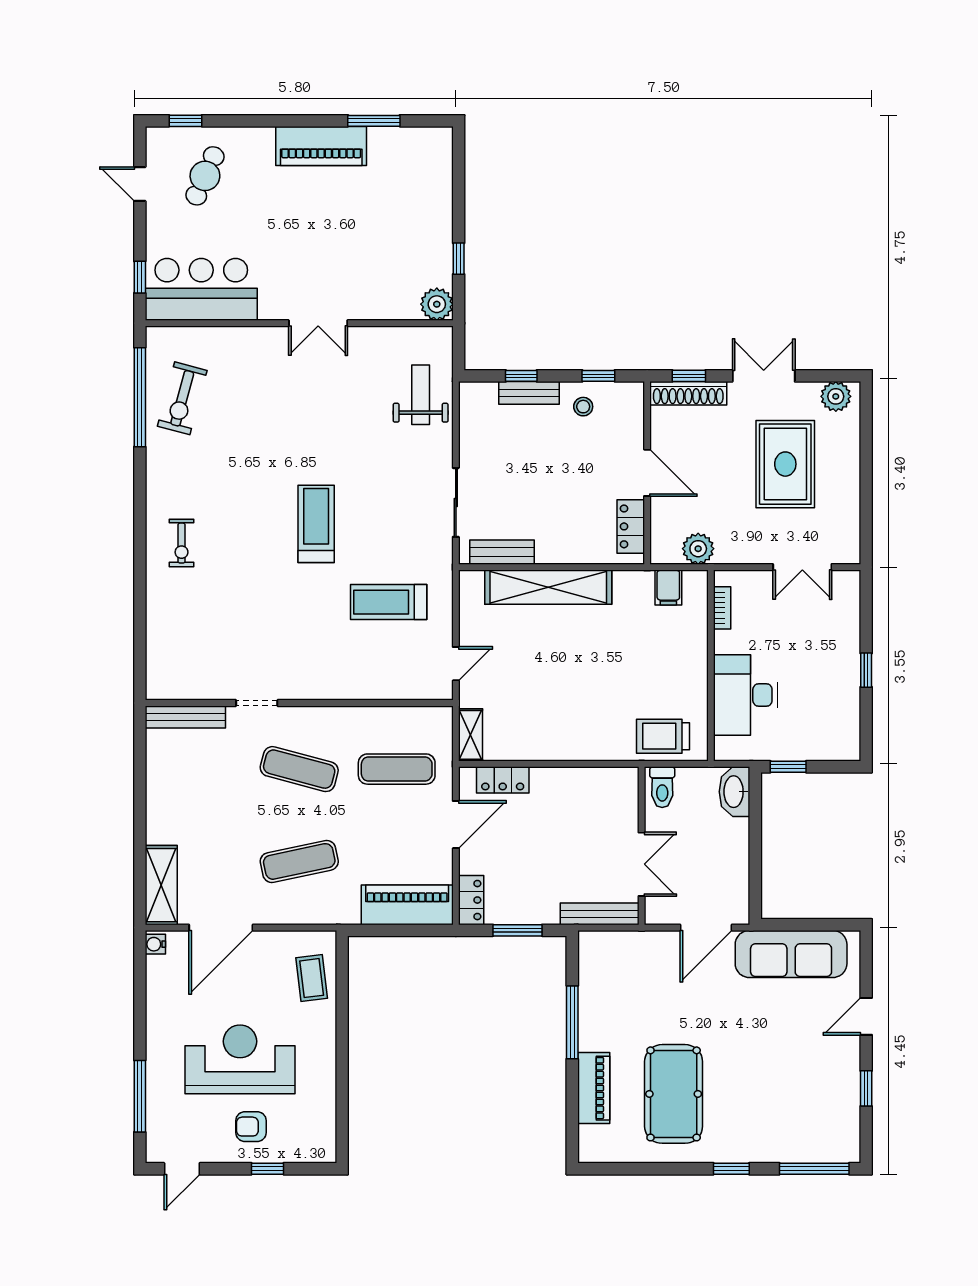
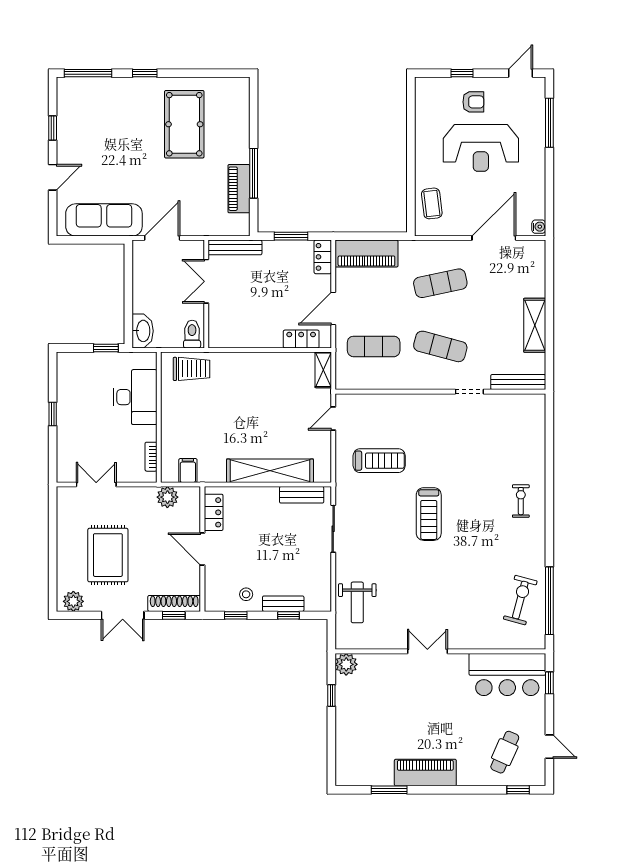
shelving: (161, 885) -> (535, 325), moved
piano: (594, 1088) -> (239, 189), moved

